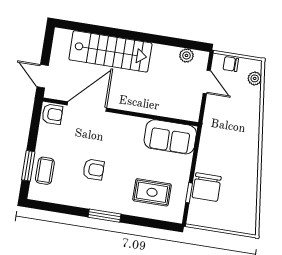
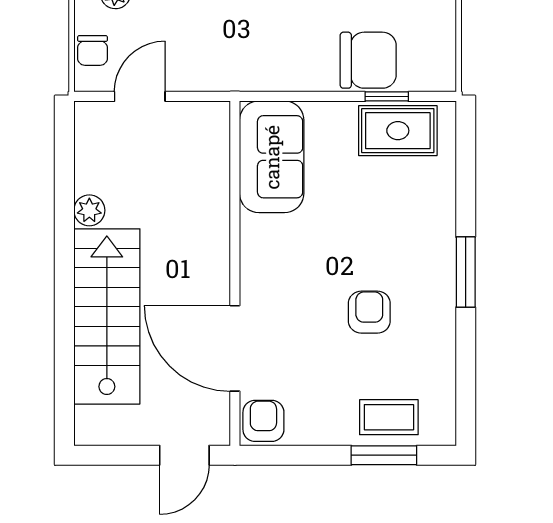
plant: (186, 55) -> (89, 210), moved
rug: (152, 192) -> (398, 131), moved, turned 90

